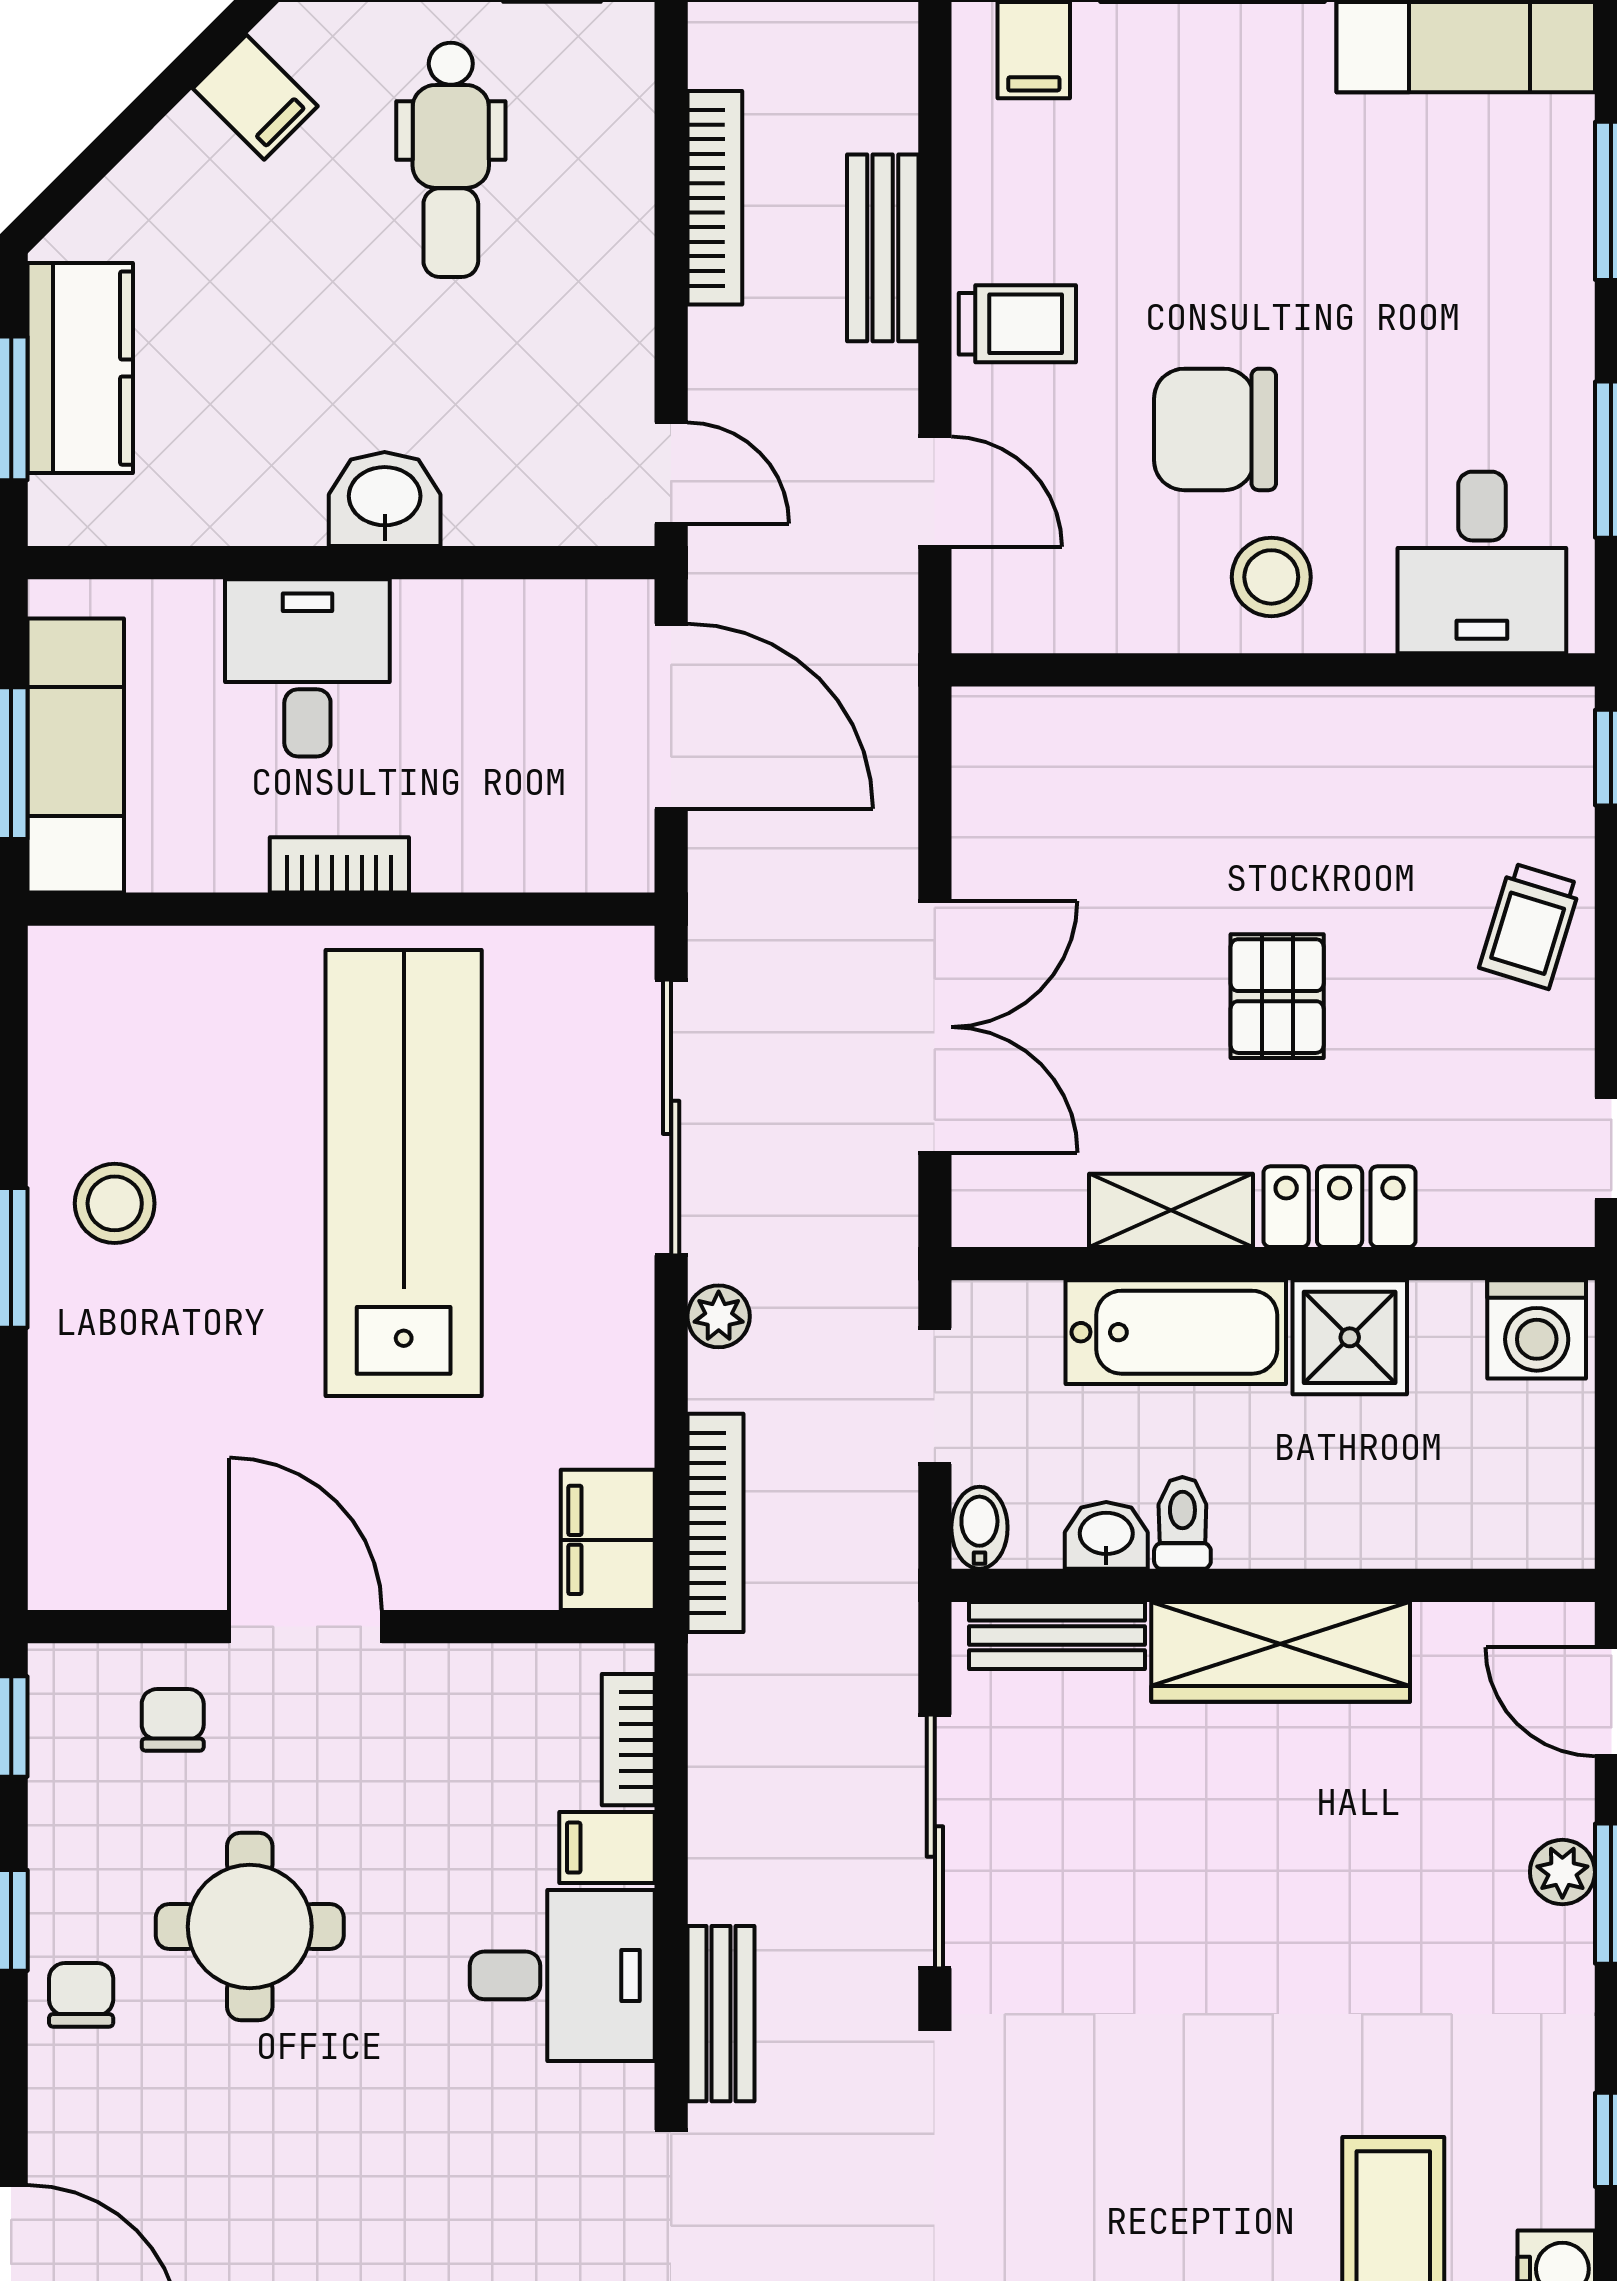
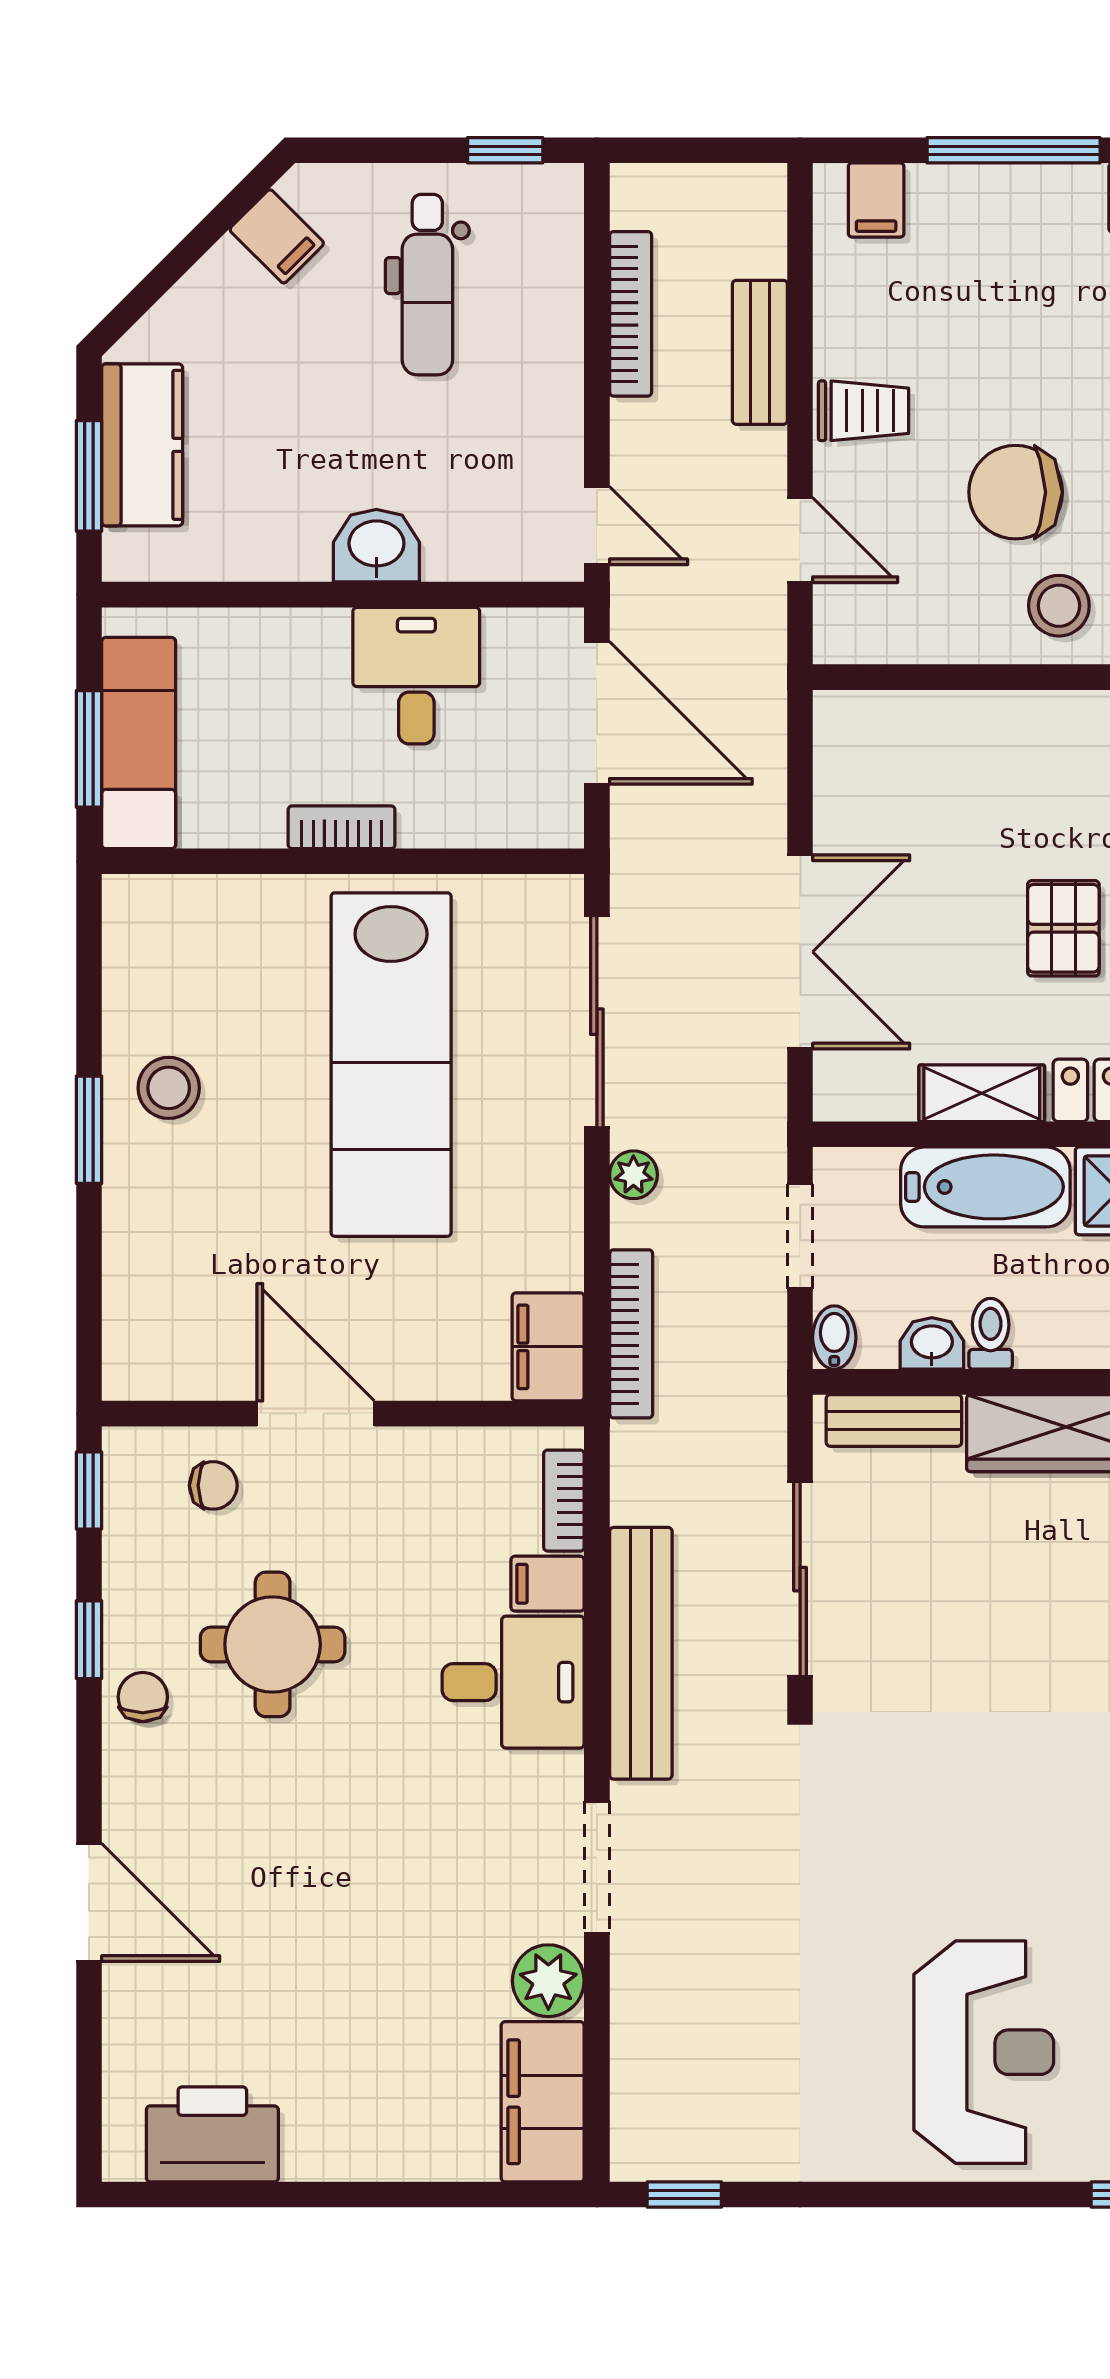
desk: (307, 668) -> (416, 676), moved
lab bench: (404, 1173) -> (391, 1065), turned 180
chair: (173, 1720) -> (213, 1485), turned 90
bench: (721, 2014) -> (641, 1653), width x1.86, depth x1.21

